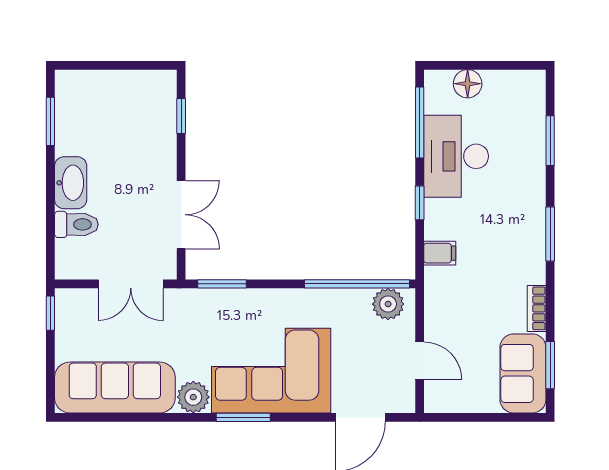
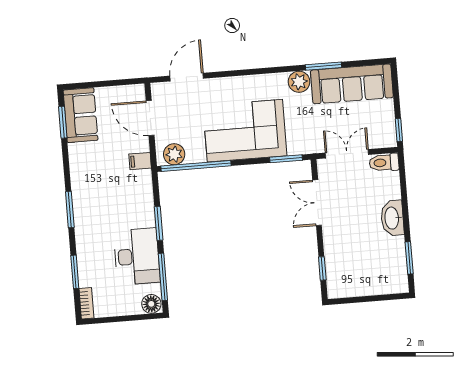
floor lamp: (468, 84) -> (151, 304), moved
window: (420, 203) -> (159, 223), width x1.50
toilet: (76, 224) -> (384, 163), moved
filing cabinet: (440, 253) -> (140, 161), moved
bookcase: (537, 308) -> (86, 303), moved
door: (420, 361) -> (150, 118), width x1.38
corner sofa: (271, 371) -> (245, 131), moved, turned 180
window: (243, 417) -> (323, 66), moved

